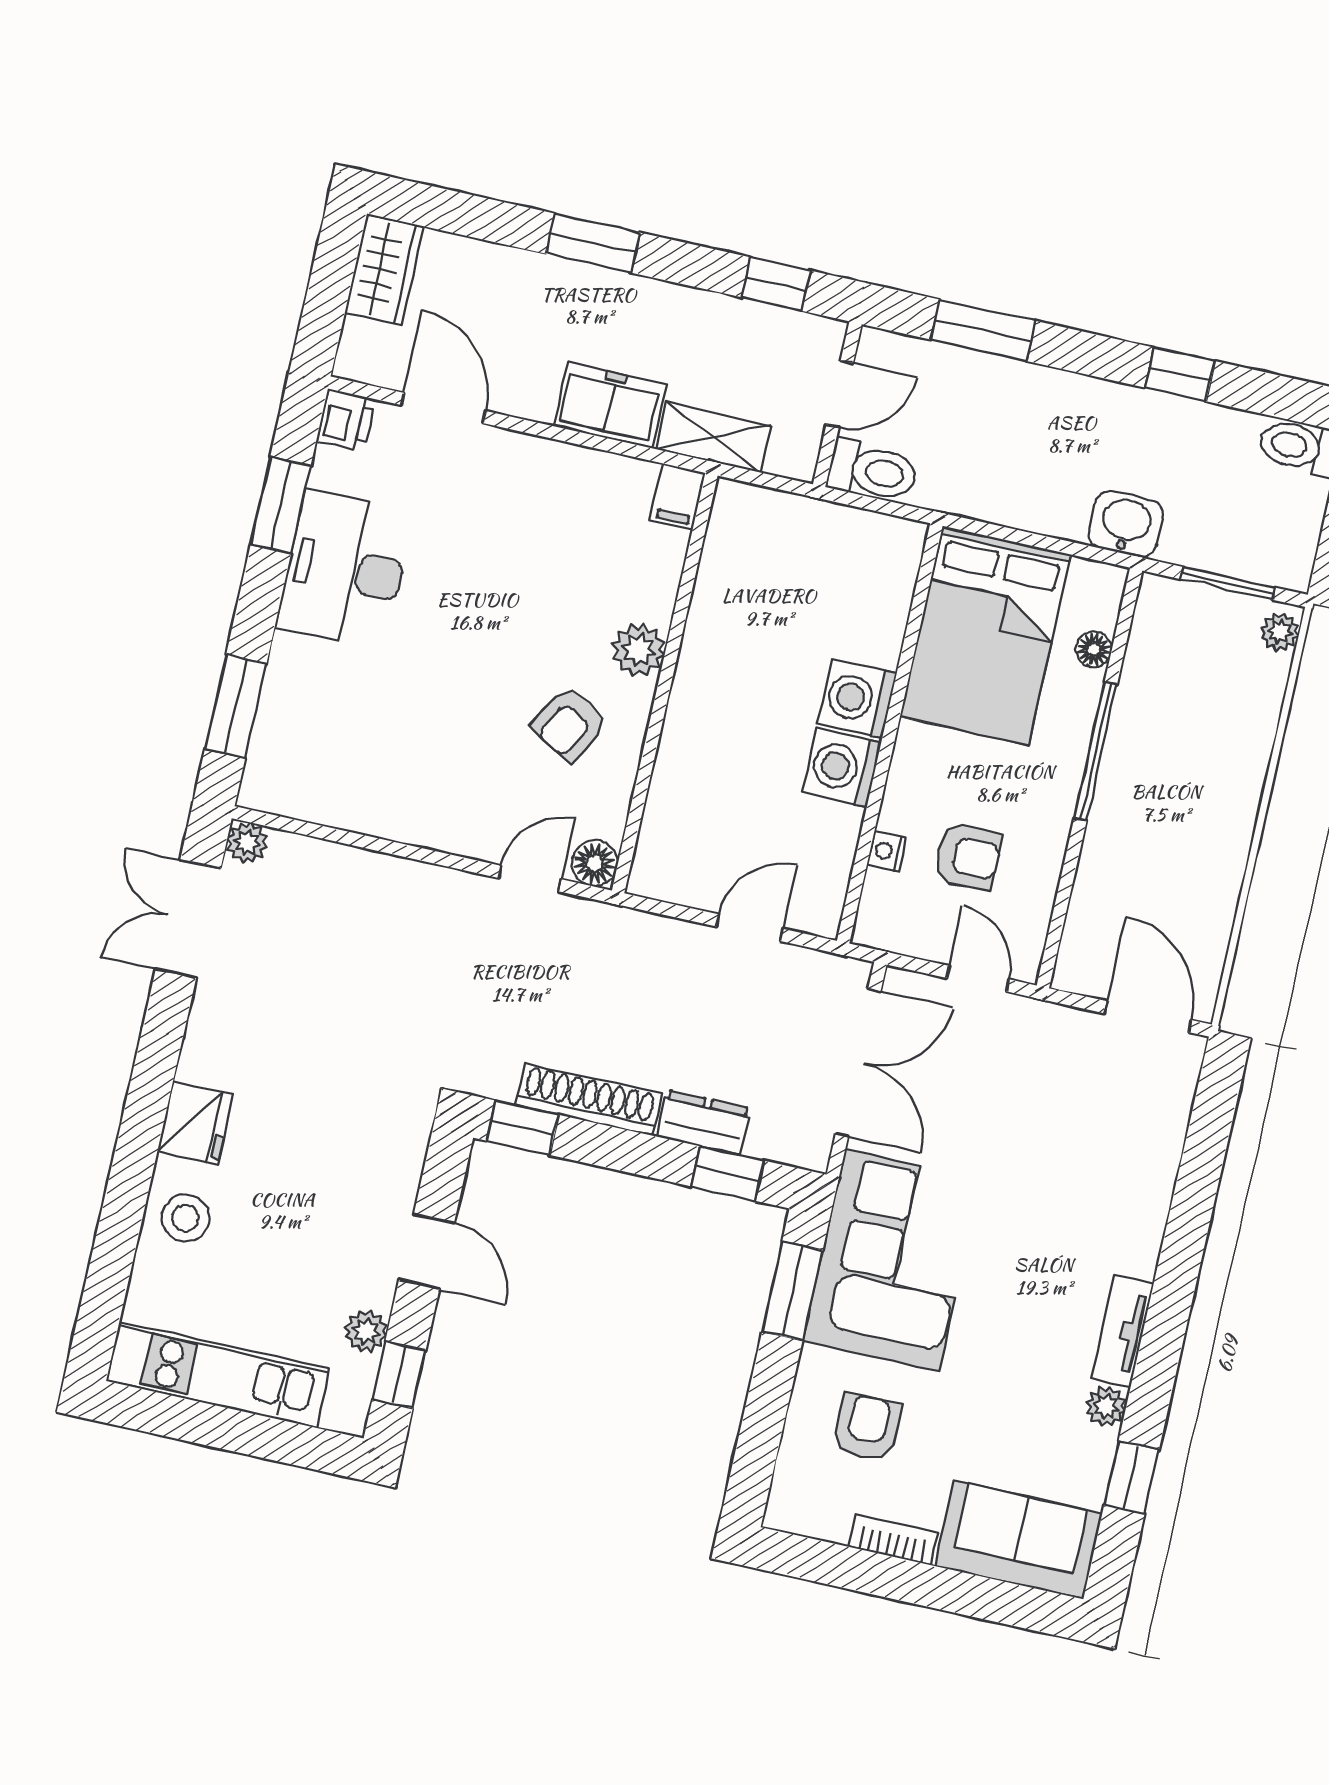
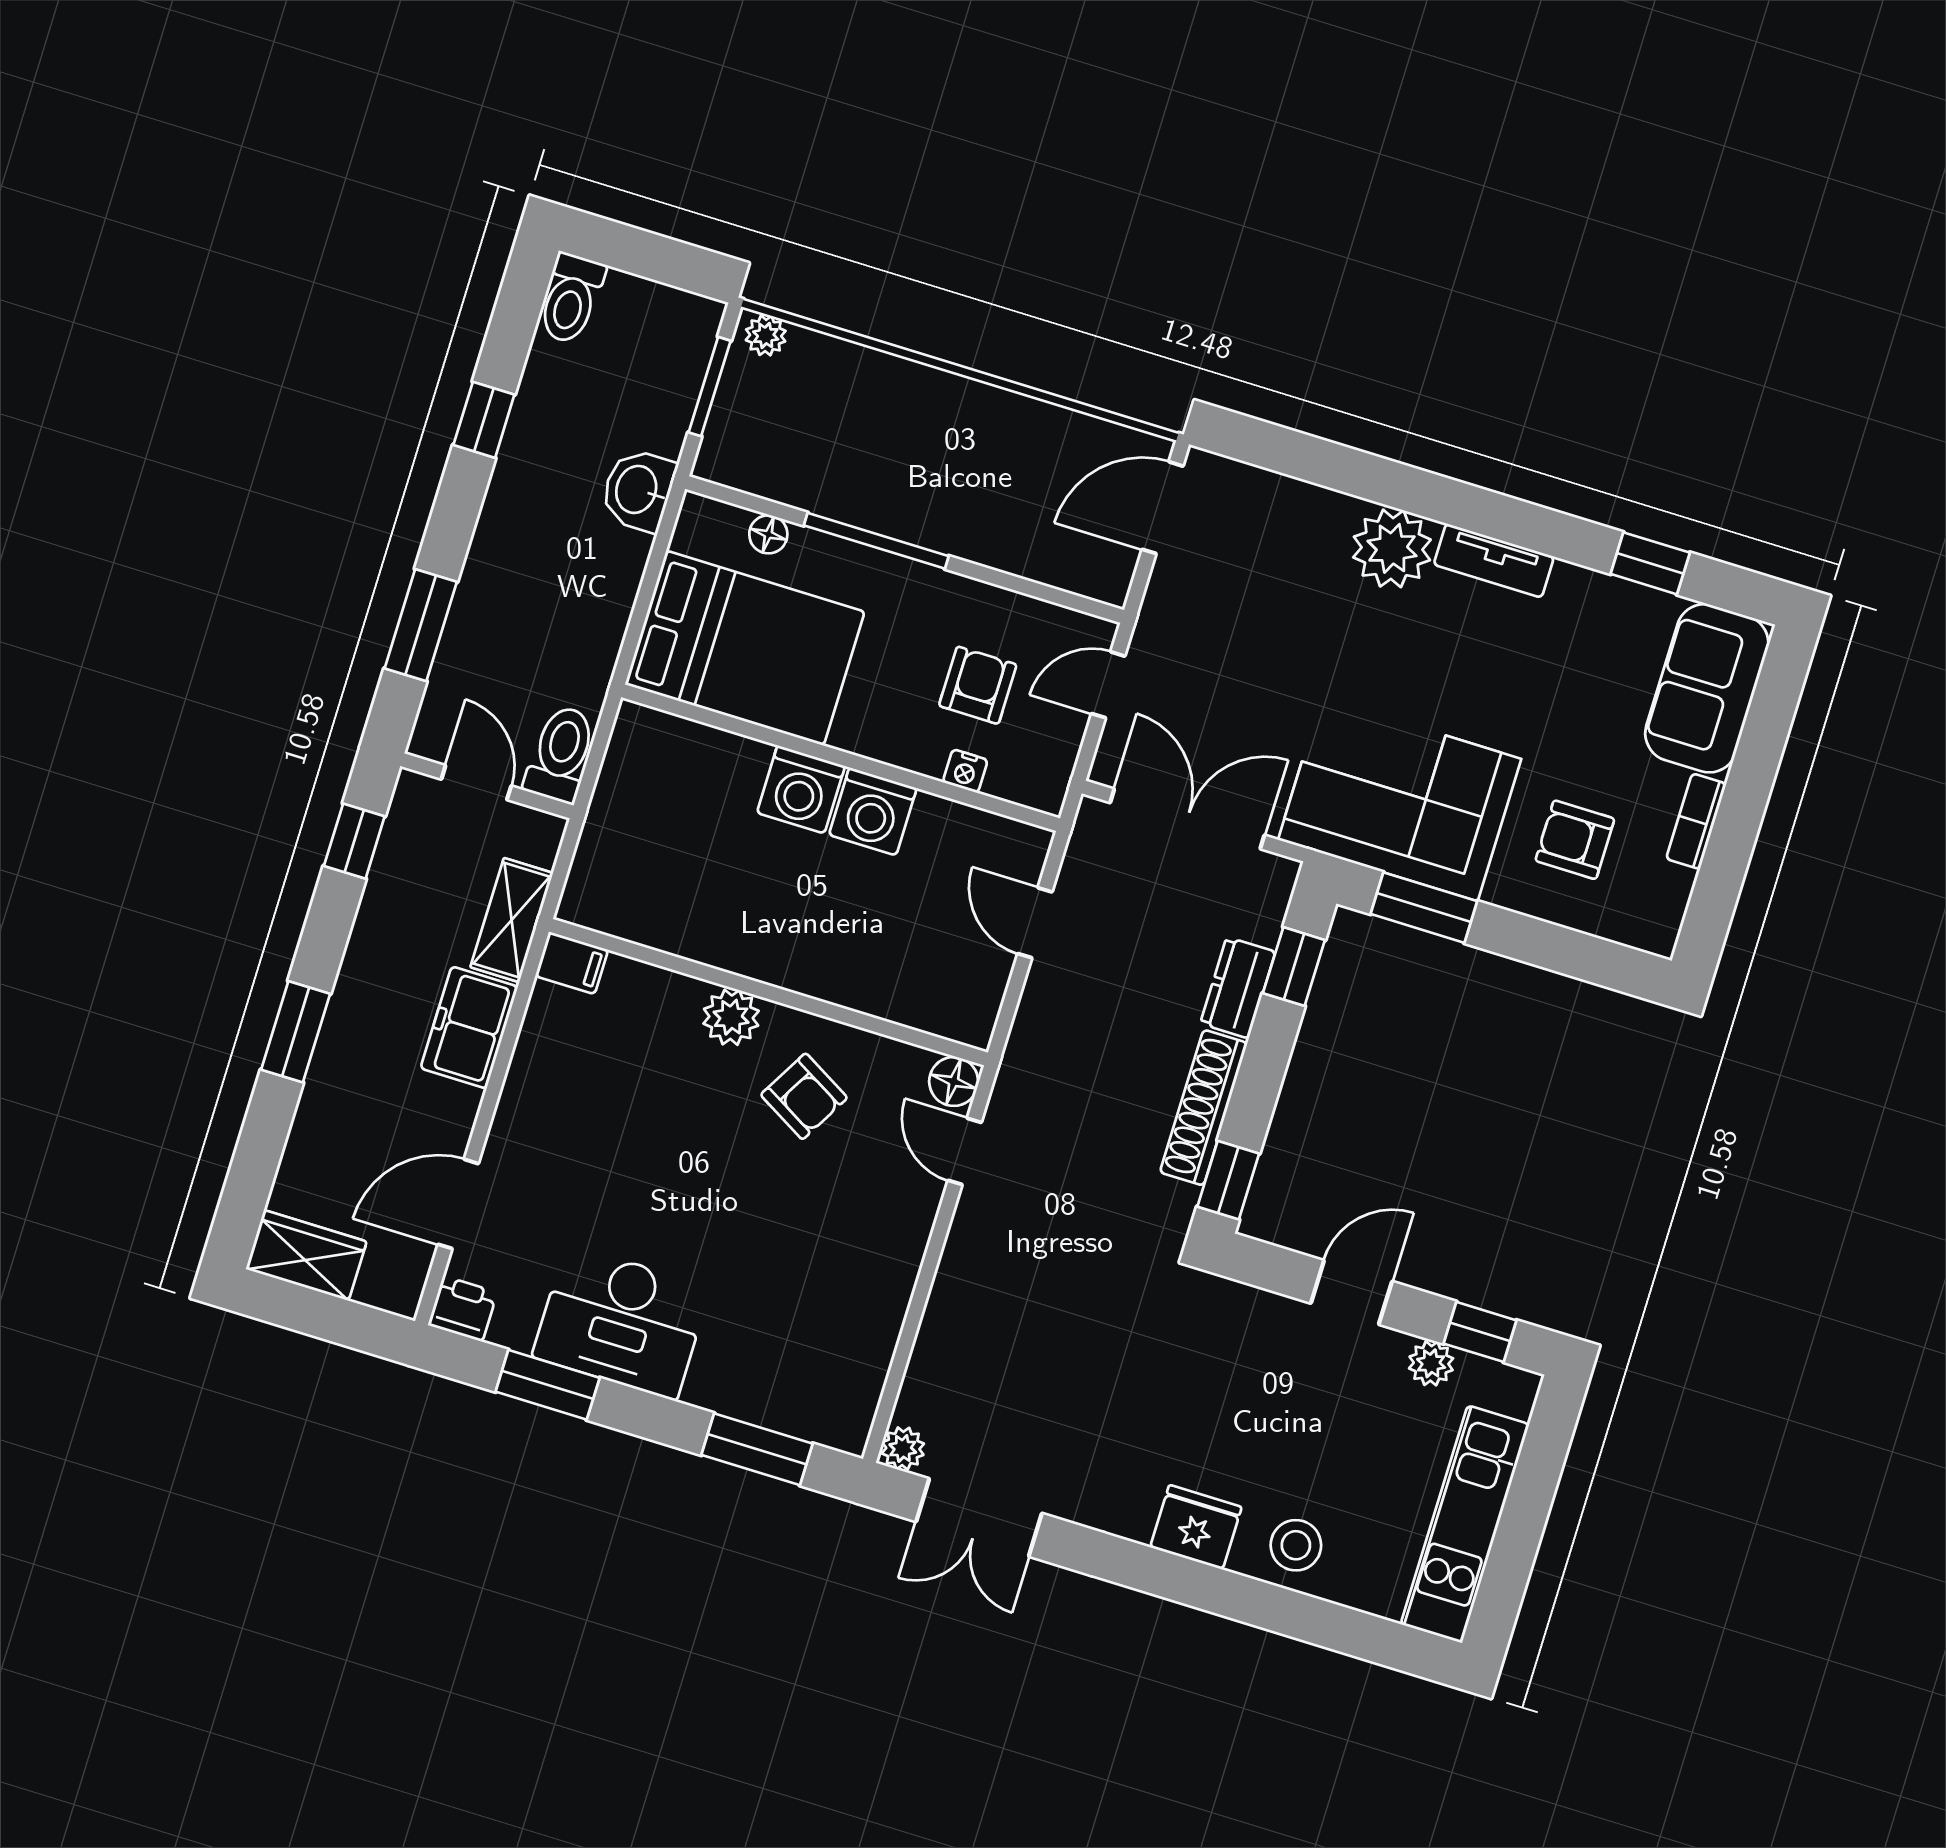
plant: (1106, 1406) -> (1392, 548), moved, width x1.87, depth x1.87

